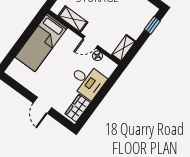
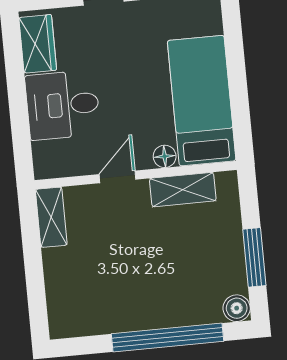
window: (152, 25) -> (37, 301), removed
floor lamp: (97, 56) -> (165, 156), moved

